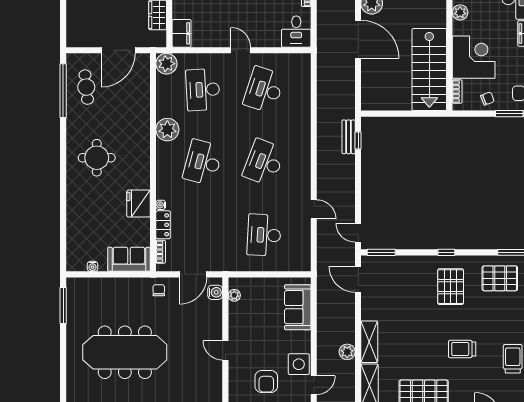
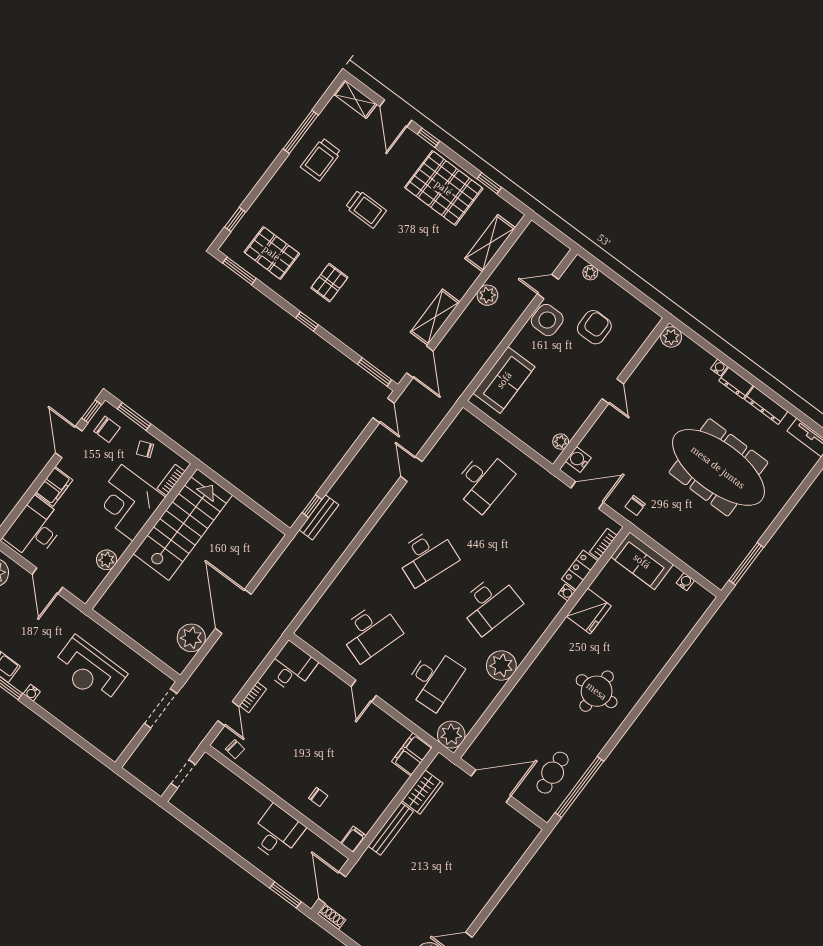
pallet: (451, 287) -> (329, 283), width x0.67, depth x0.71
shelving: (369, 342) -> (435, 317), moved

